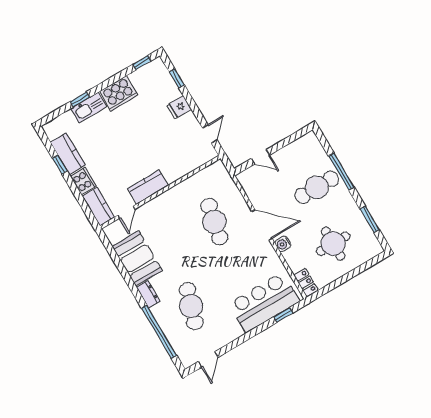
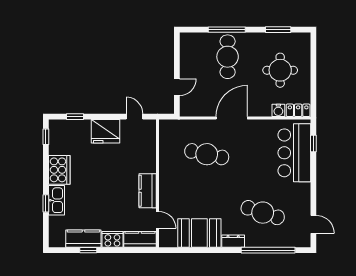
fridge: (179, 107) -> (106, 131), width x1.88, depth x1.34
water cooler: (283, 244) -> (278, 110), moved

